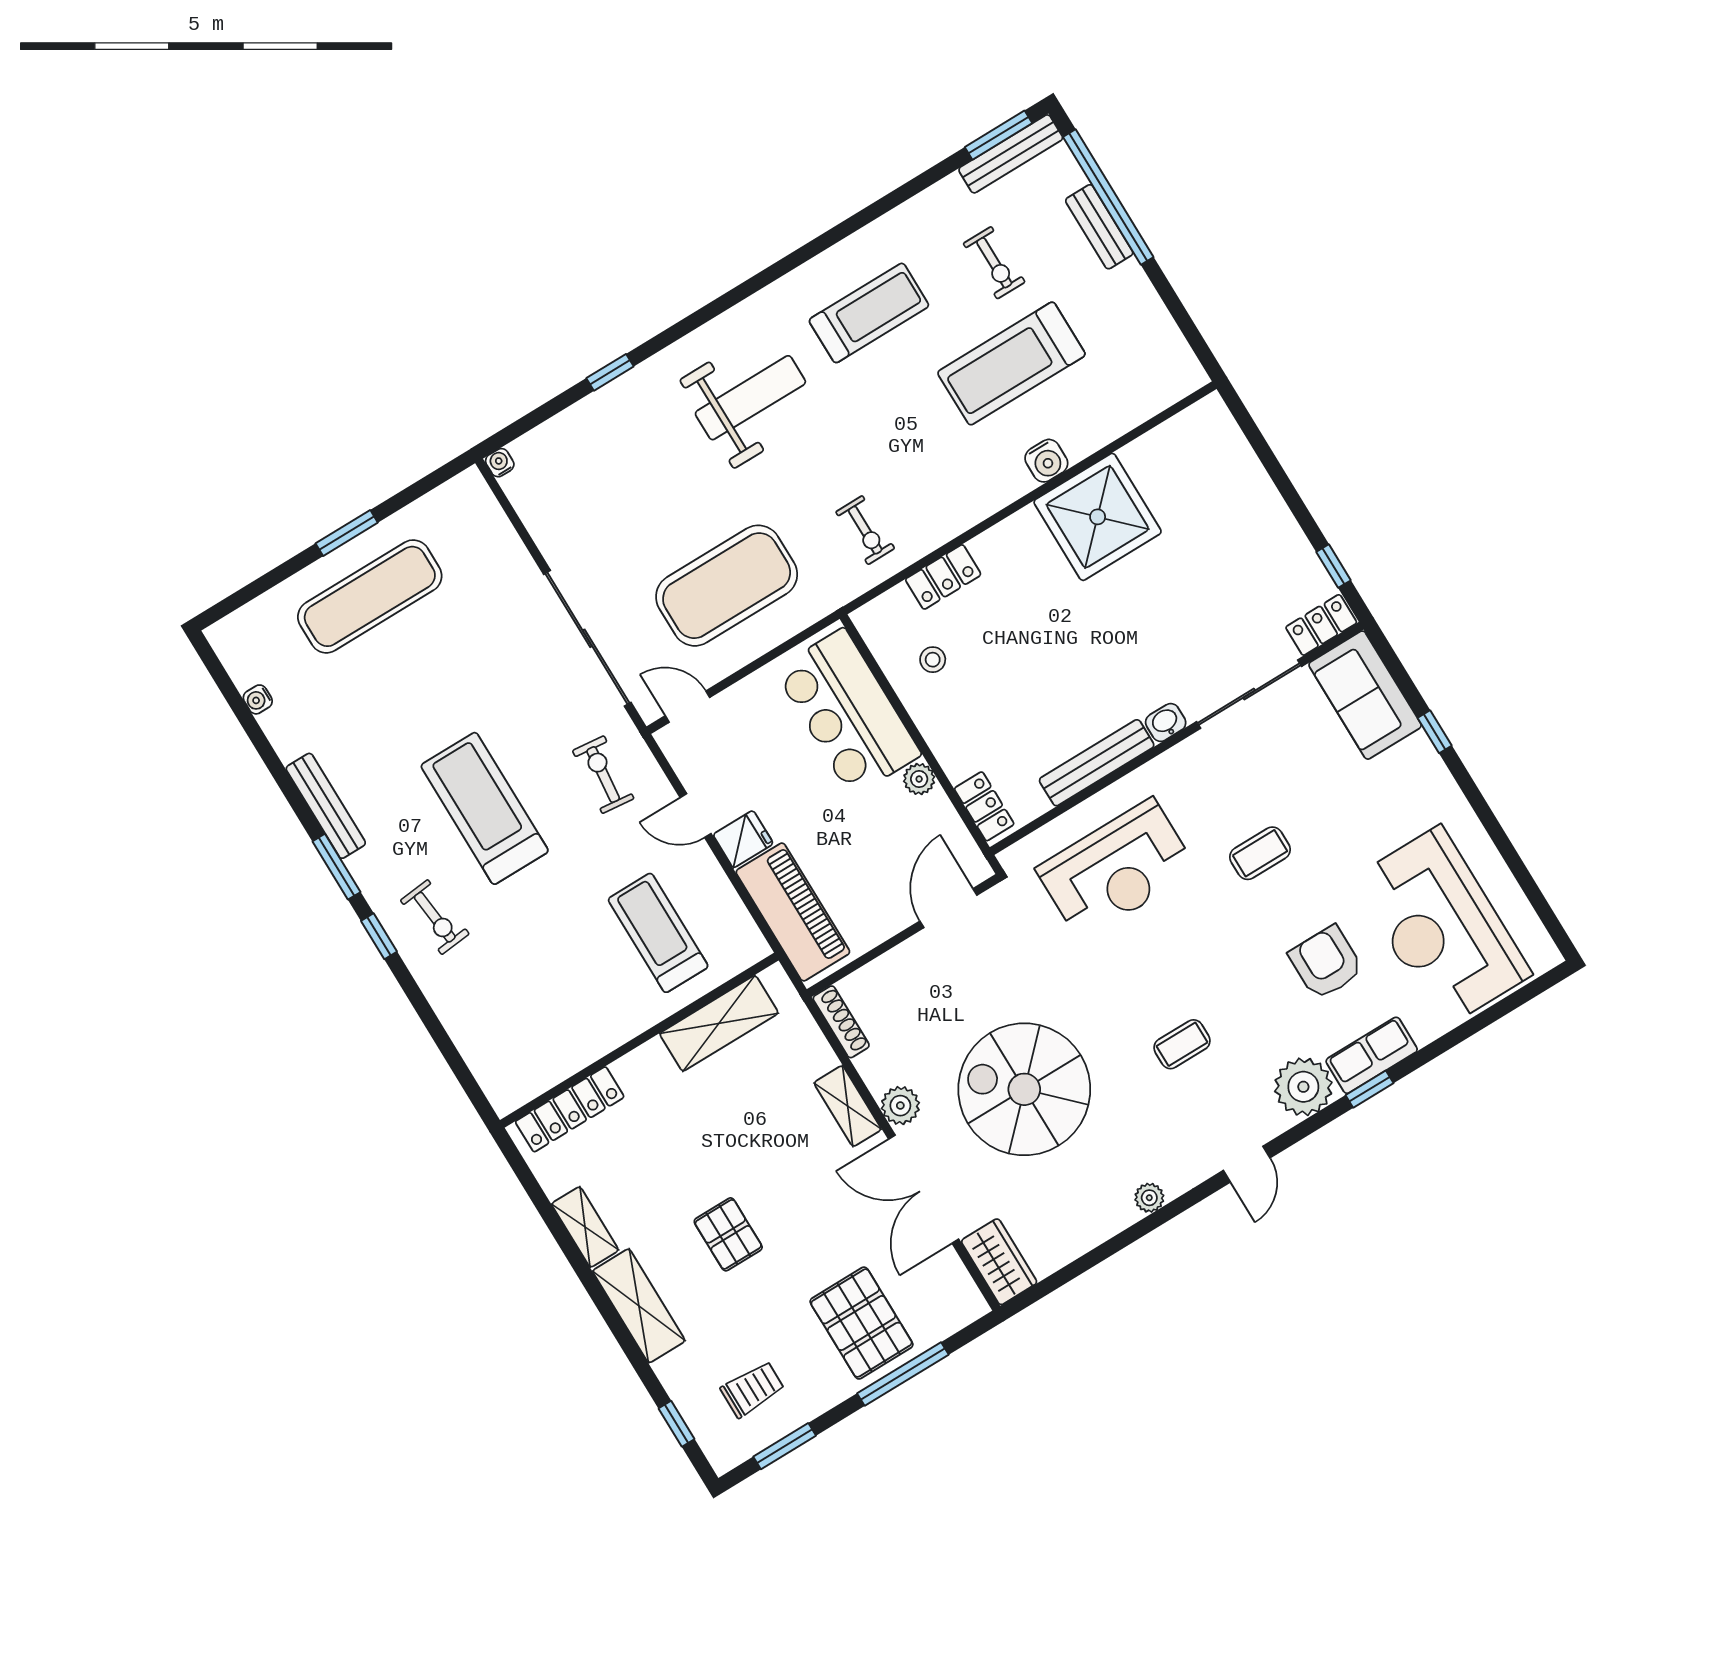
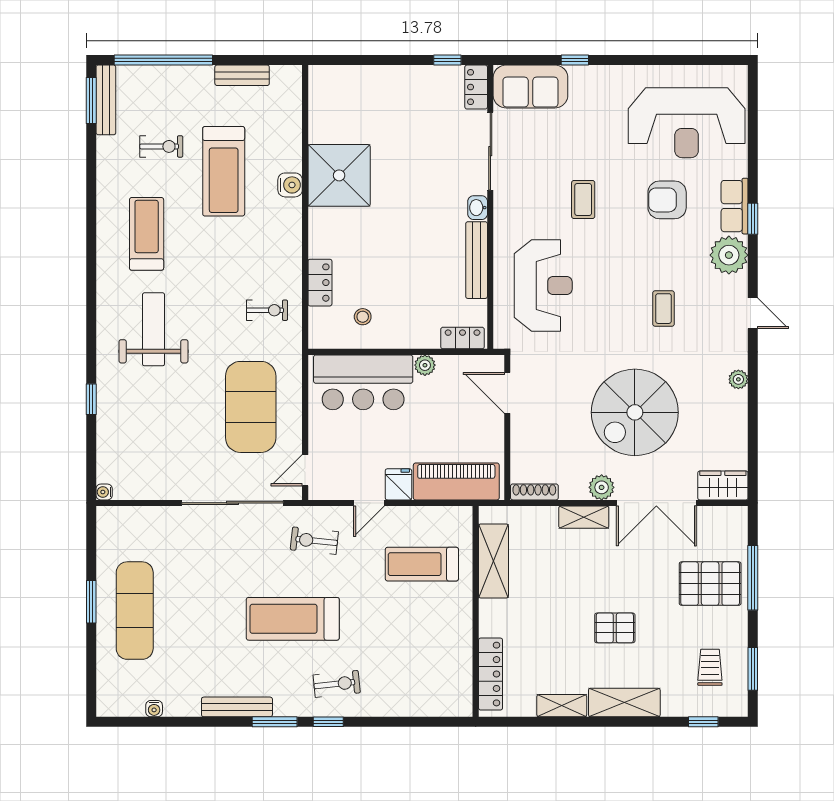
bench: (1099, 227) -> (242, 75), moved

